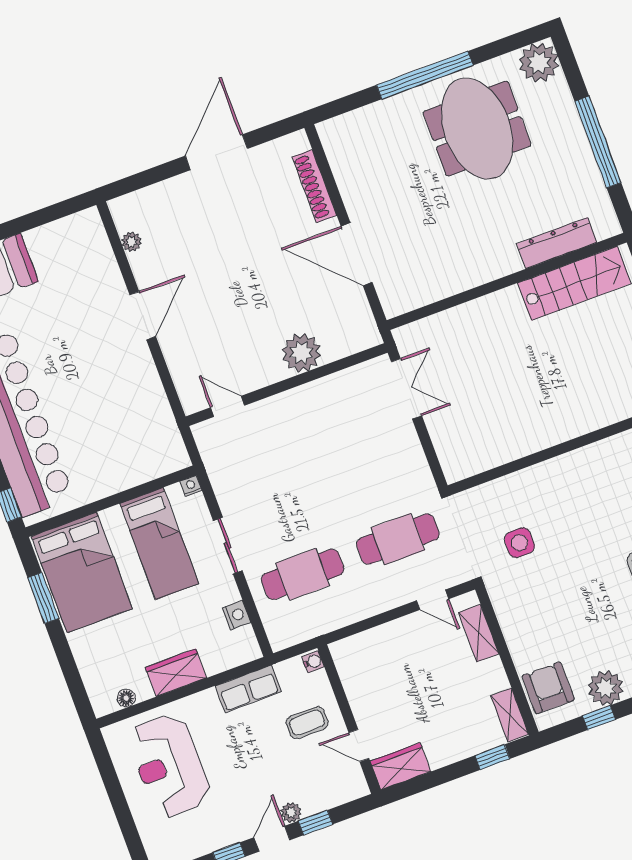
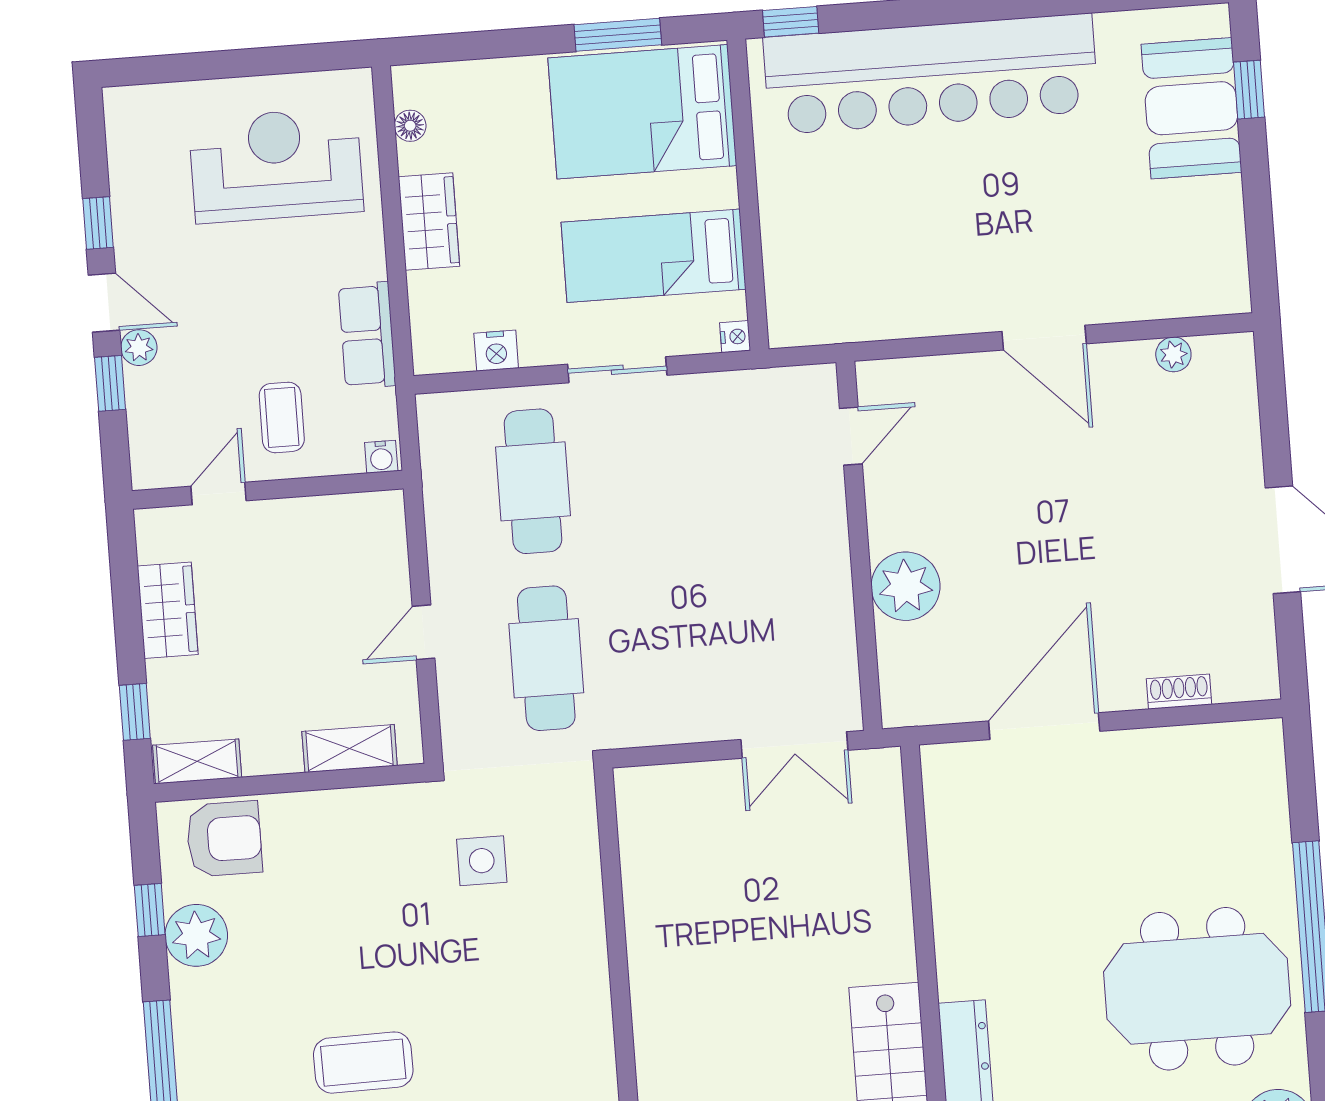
shoe rack: (314, 186) -> (1179, 692), width x0.51, depth x0.81
door: (433, 600) -> (424, 632), moved
wardrobe: (400, 766) -> (168, 610), moved

